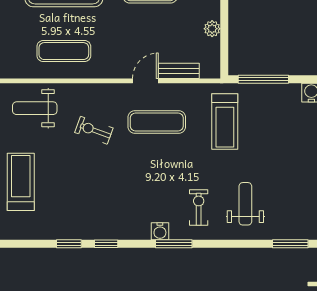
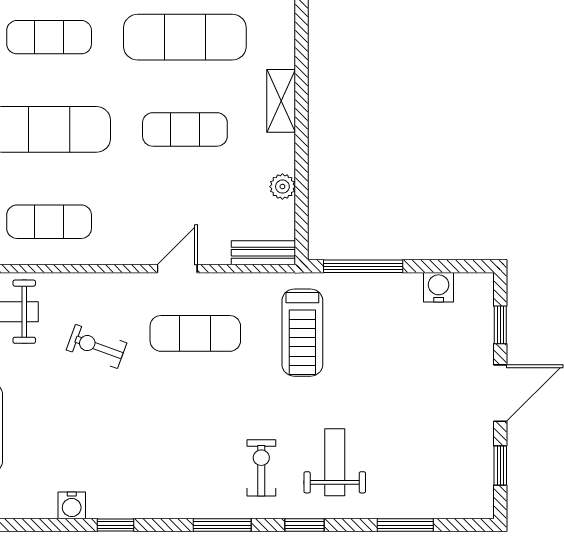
bench: (179, 71) -> (263, 253), moved
water cooler: (160, 231) -> (72, 505), moved
window: (69, 244) -> (305, 525), moved

